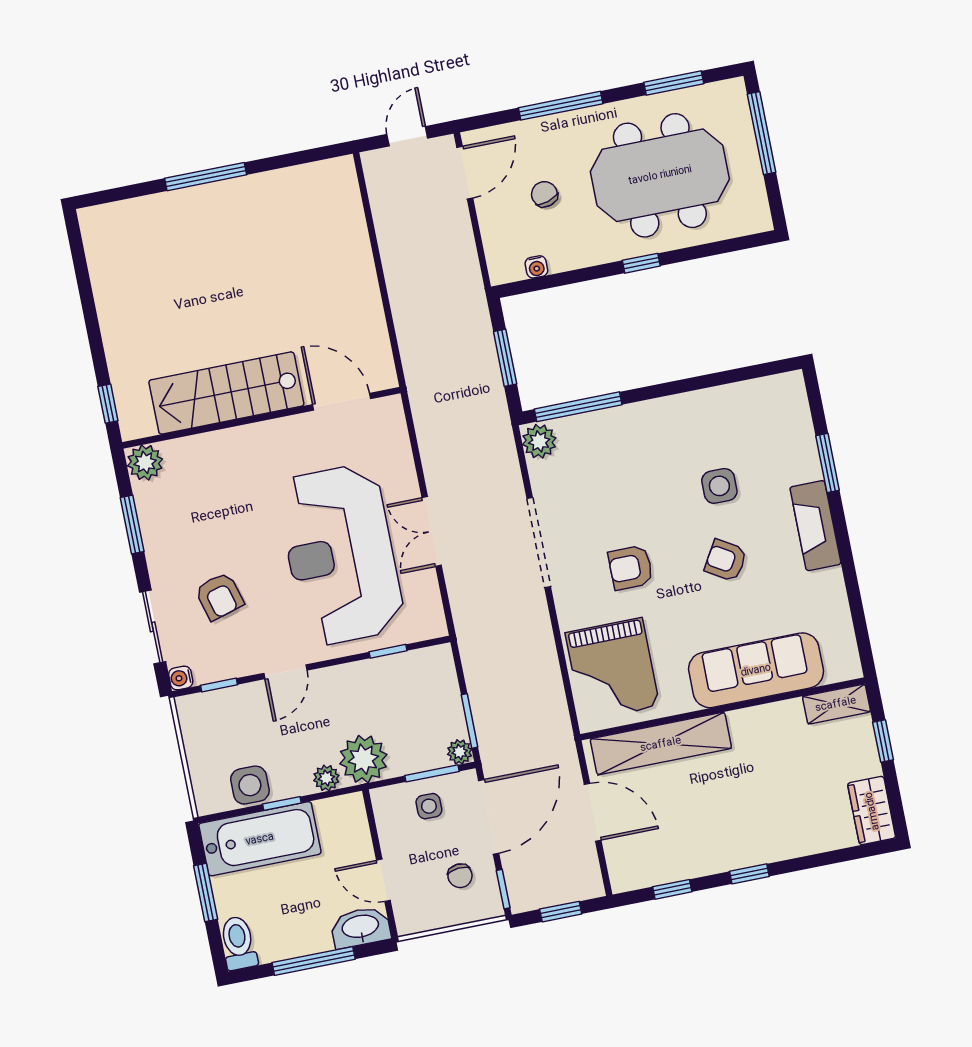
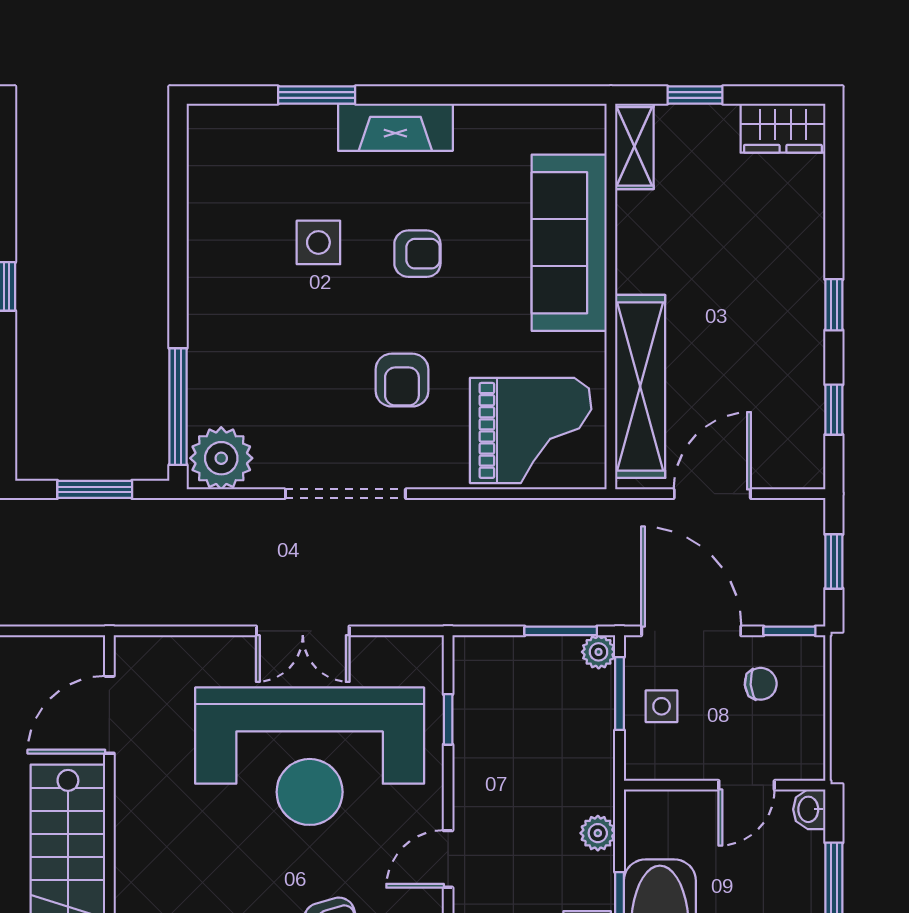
plant: (539, 441) -> (221, 458), width x1.36, depth x1.36
armchair: (726, 560) -> (417, 254), turned -121
door: (285, 672) -> (448, 859), swing flipped
plant: (363, 759) -> (583, 780), removed
washbasin: (360, 927) -> (809, 809), width x0.52, depth x0.69

